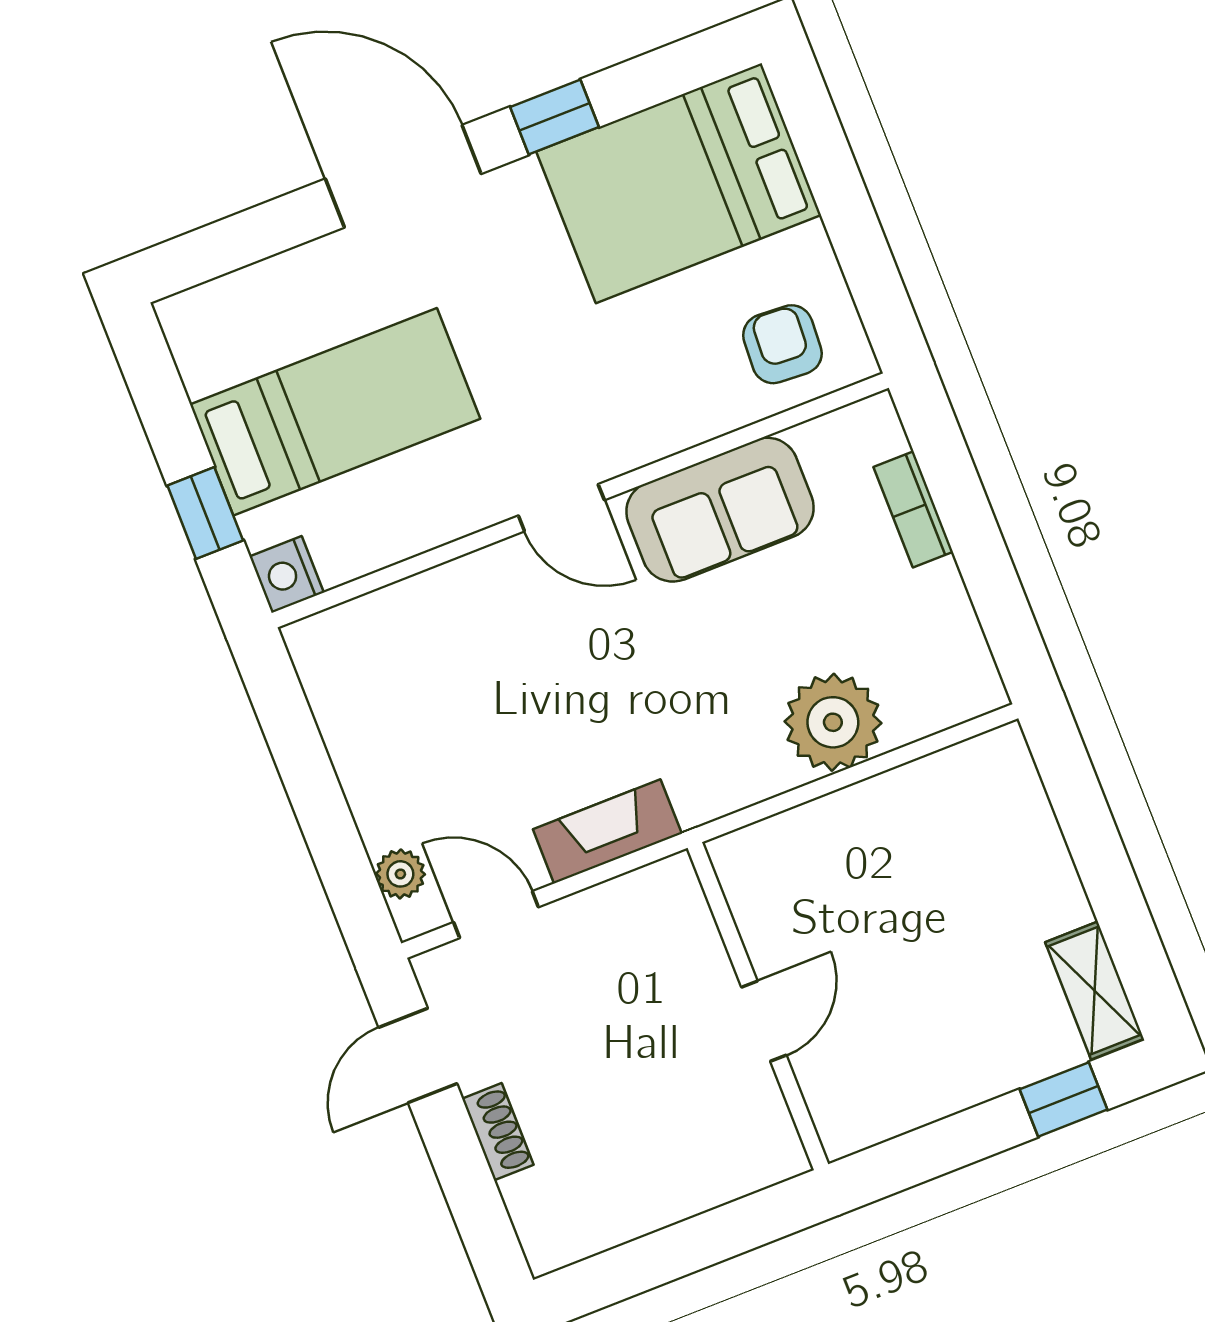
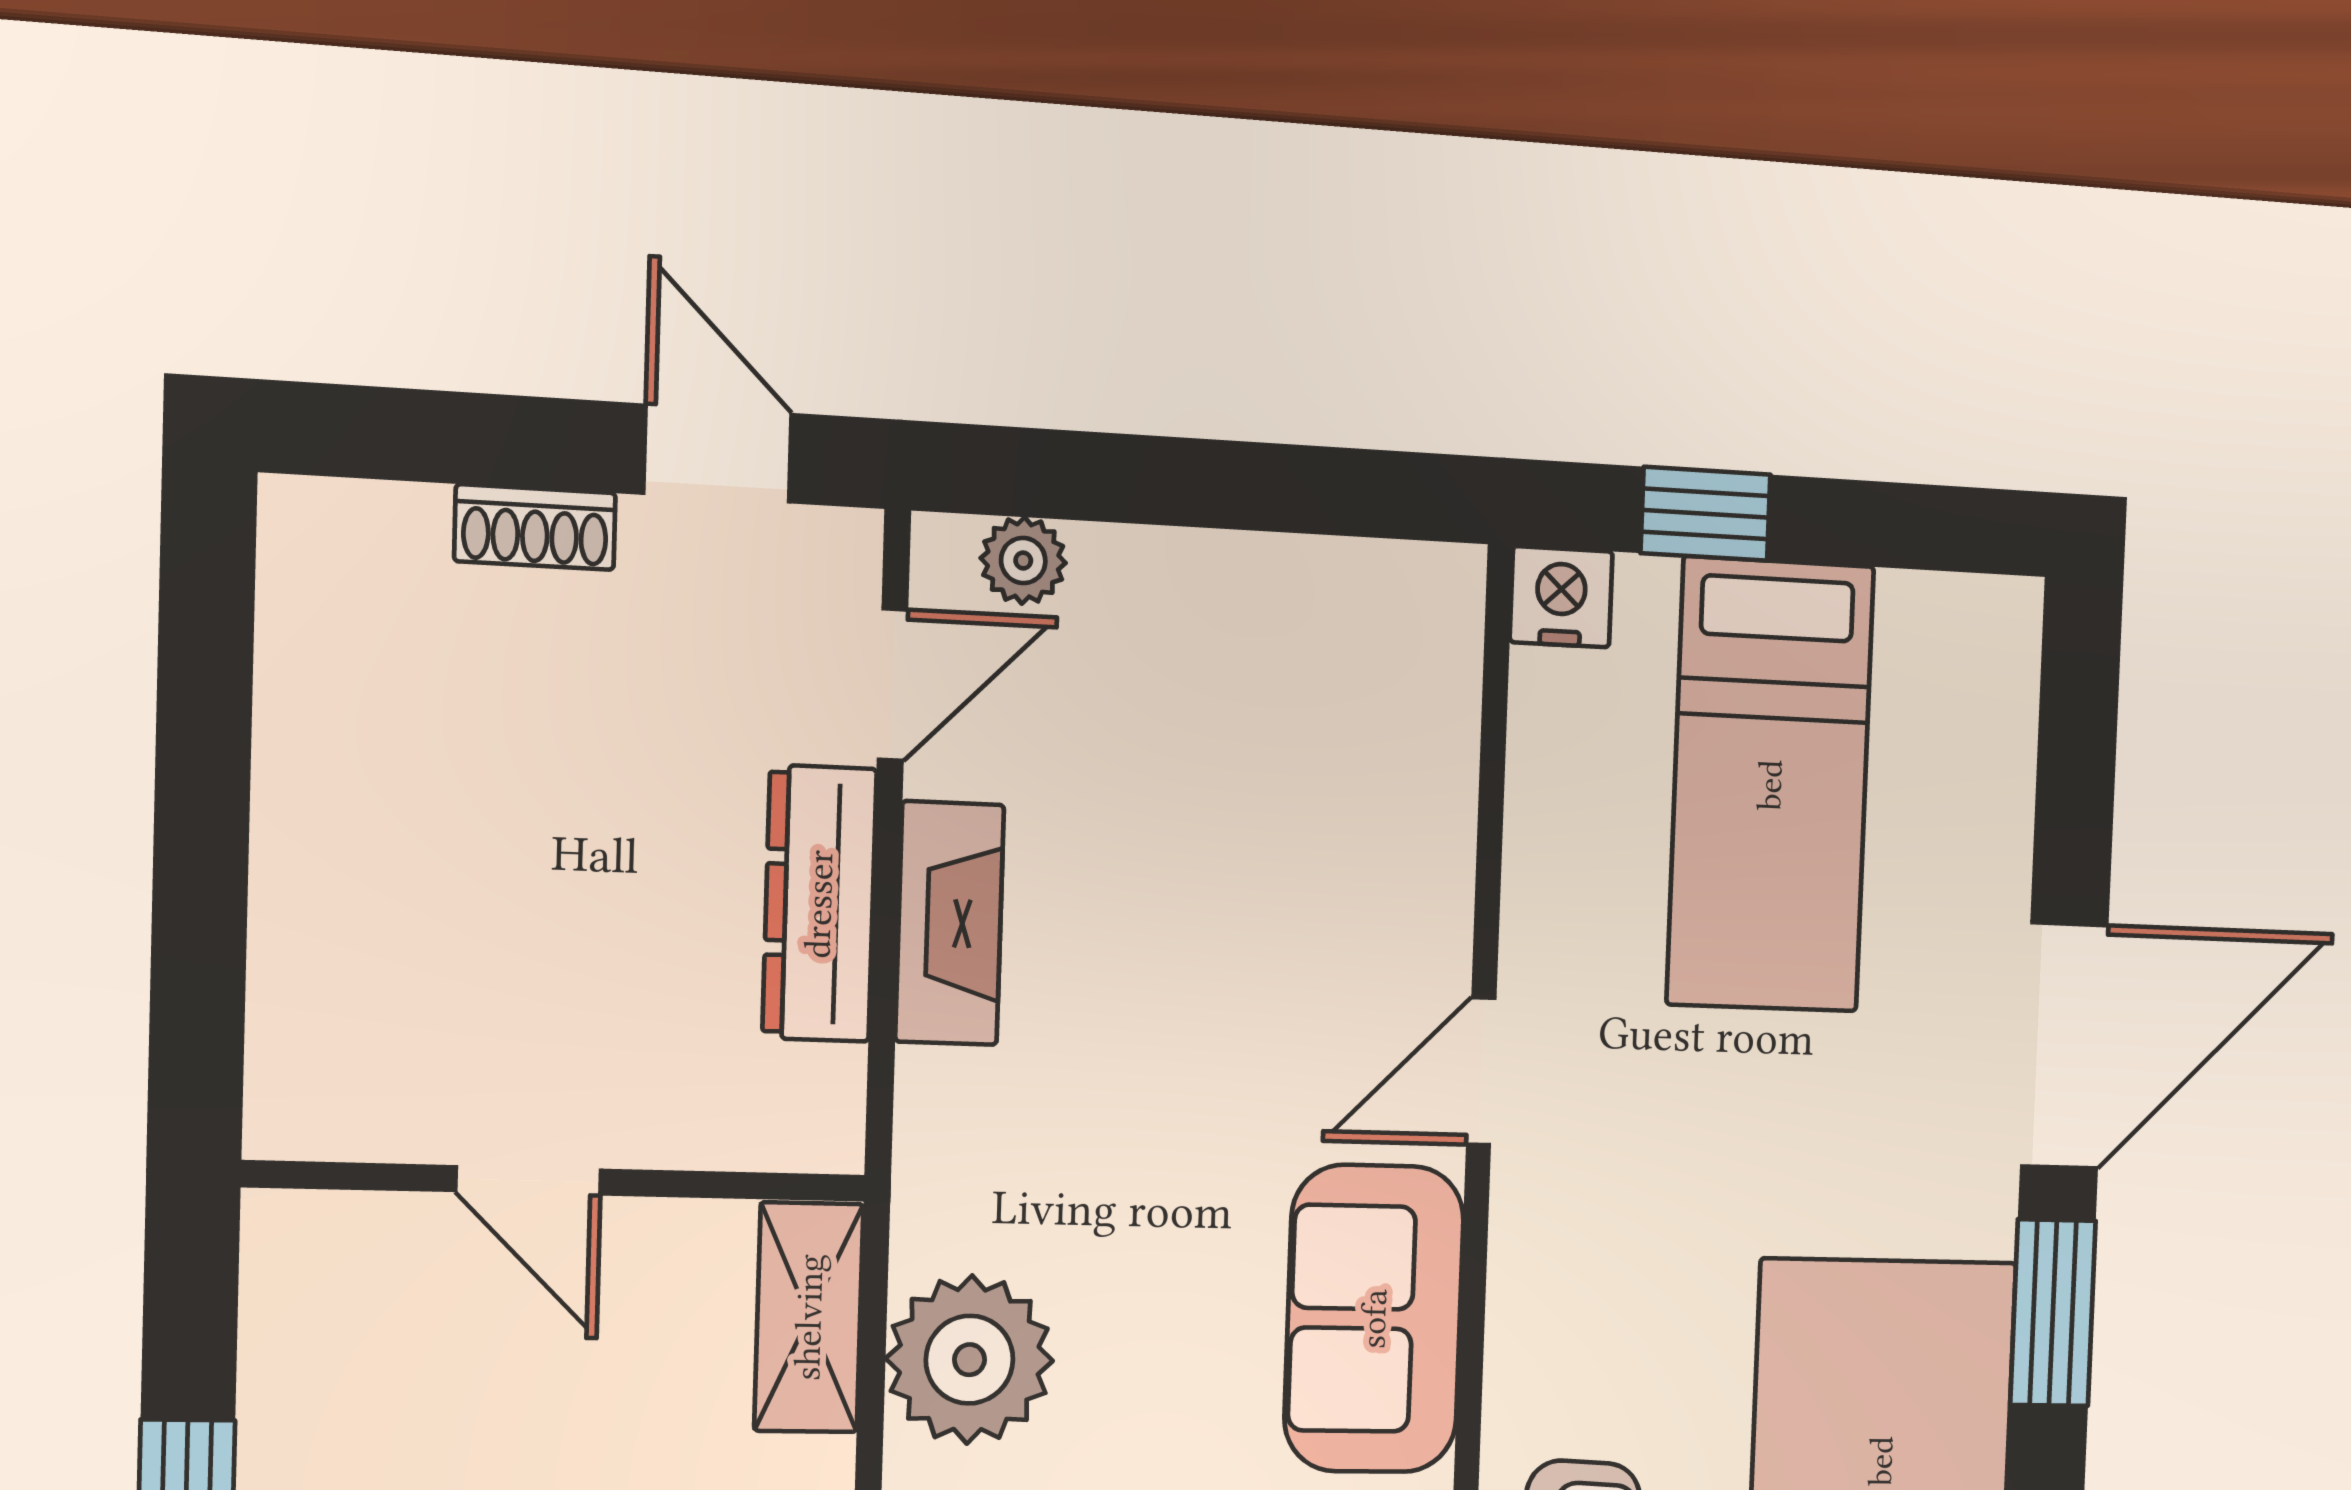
window: (555, 117) -> (2053, 1313), width x1.50
shelving: (846, 817) -> (809, 1317), added
dresser: (627, 904) -> (819, 904), added
wall: (758, 1006) -> (557, 1181), moved
door: (764, 1021) -> (528, 1180), moved

